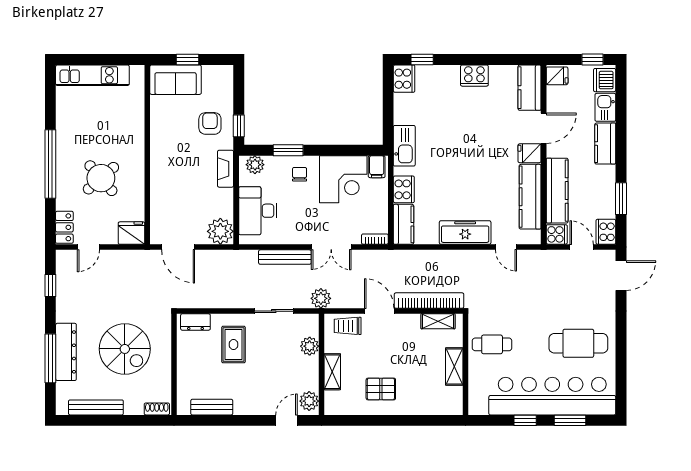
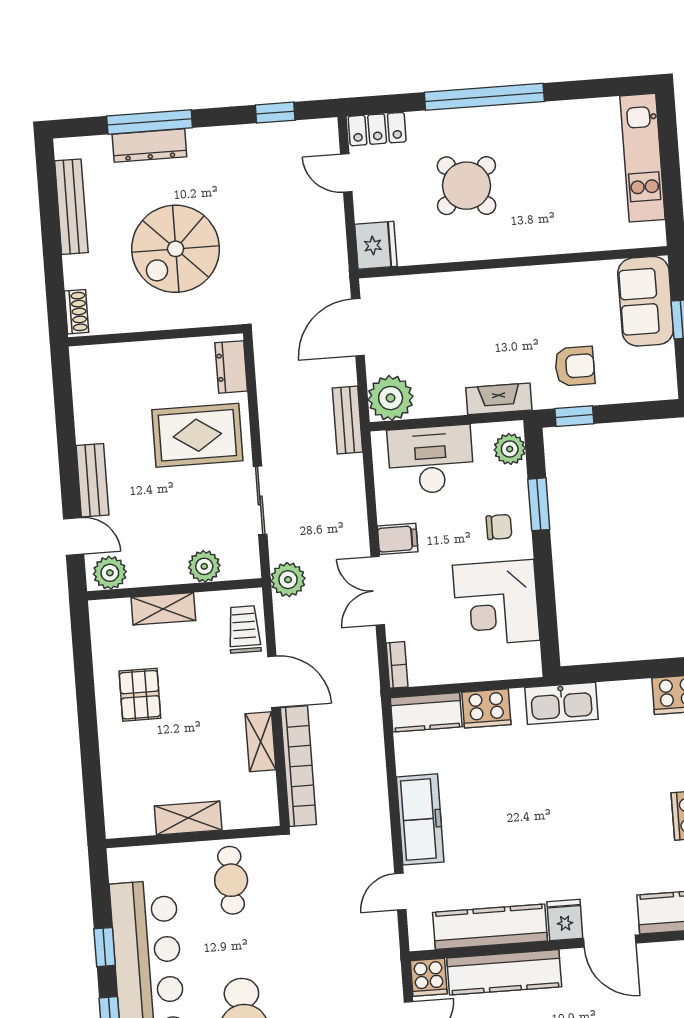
filing cabinet: (377, 167) -> (398, 539), moved, turned 180
bench: (285, 257) -> (348, 420), moved, width x0.73
door: (379, 311) -> (274, 682), hinge flipped
shelving: (438, 321) -> (260, 742), moved
rug: (234, 345) -> (197, 435), width x1.36, depth x1.43
dresser: (66, 352) -> (149, 145), width x0.73, depth x0.80
bench: (212, 407) -> (92, 480), moved

